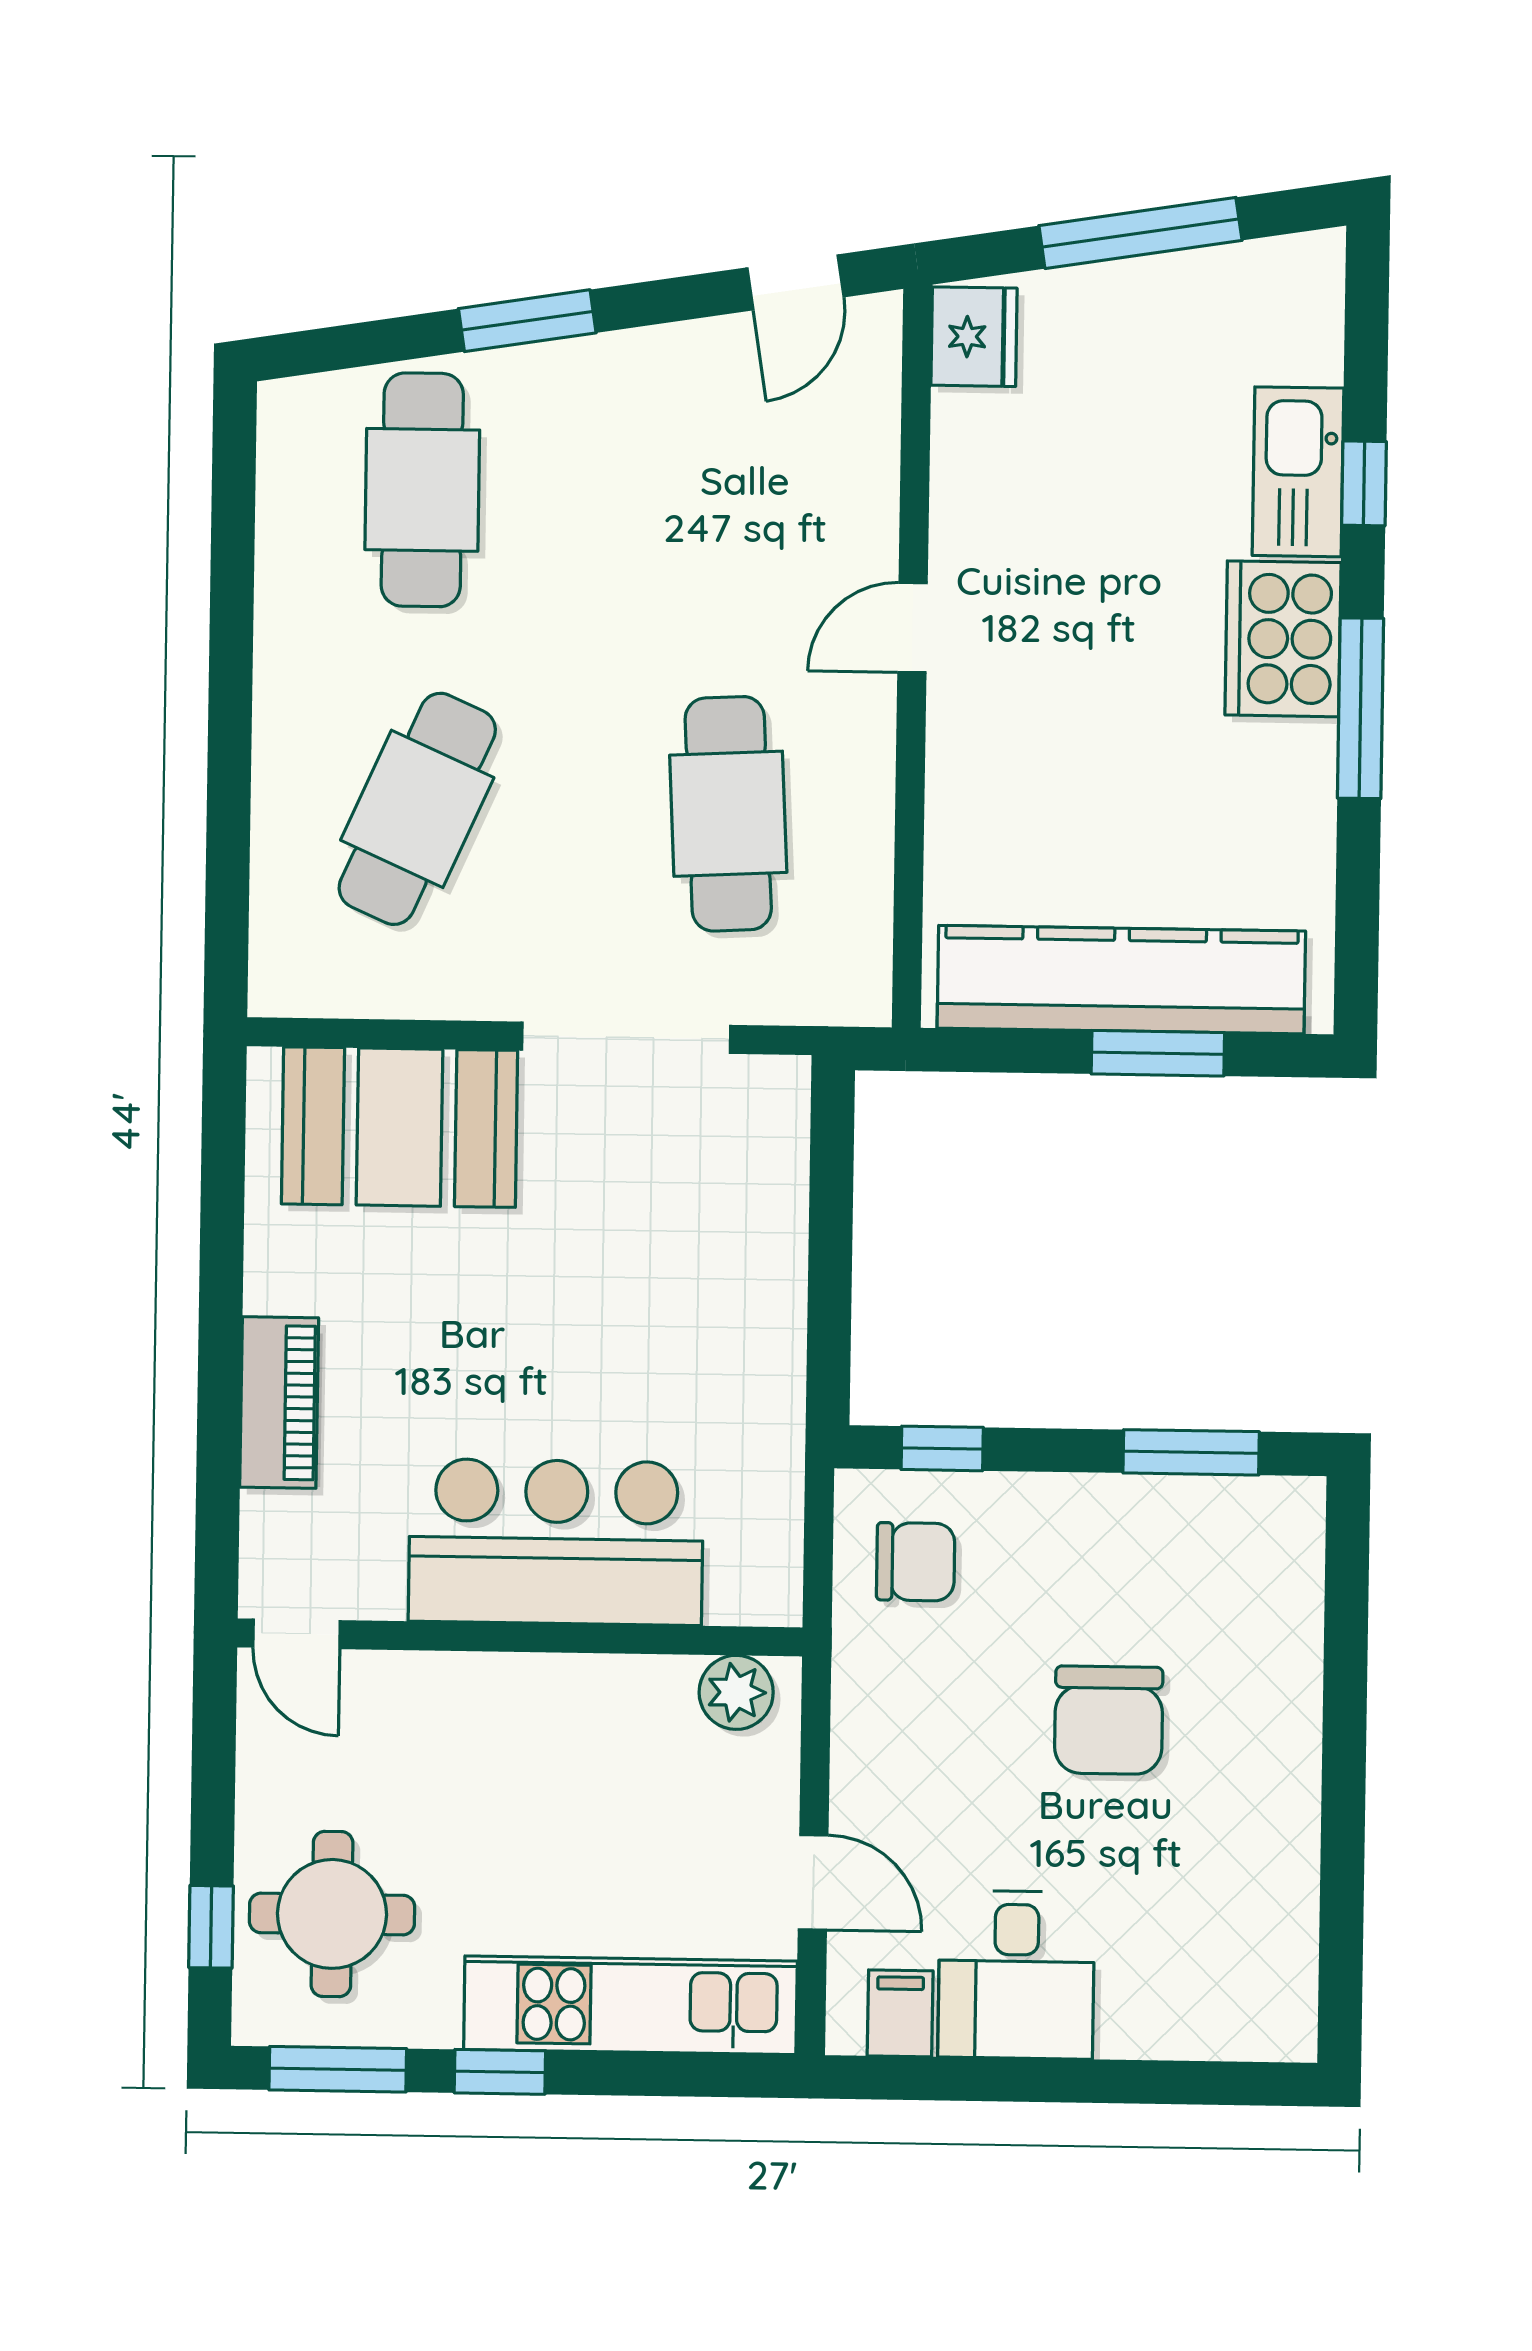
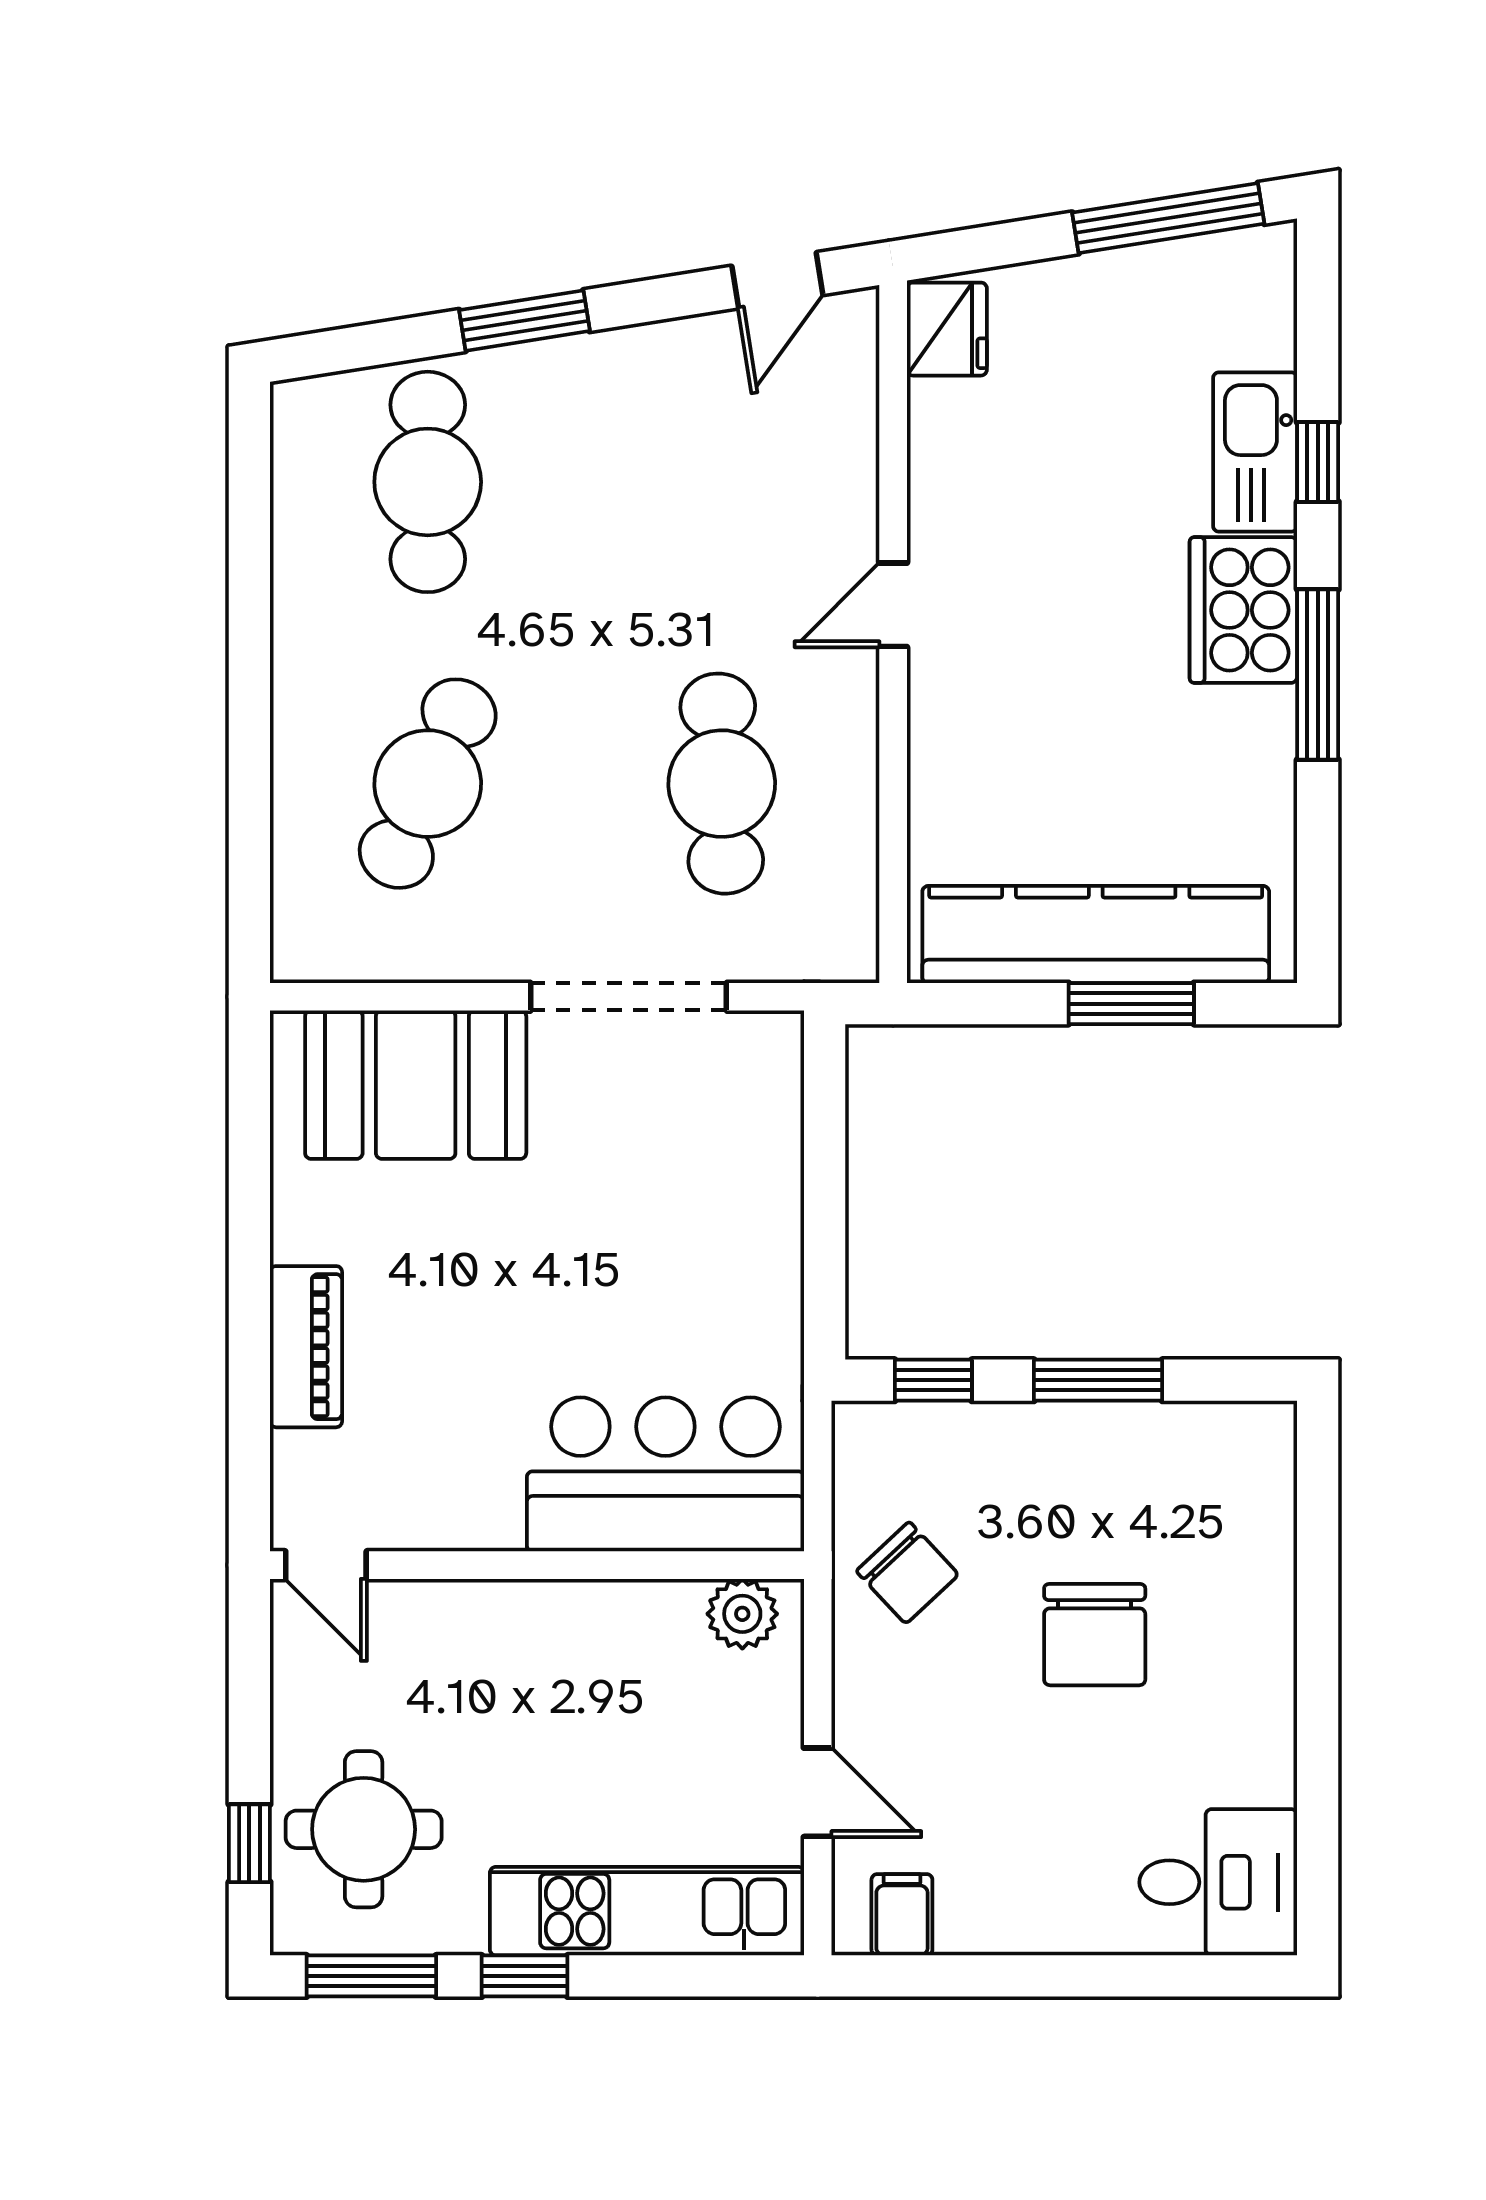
window: (1140, 233) -> (1168, 218), moved
window: (1191, 1452) -> (1098, 1380), moved
bar counter: (556, 1542) -> (665, 1474), moved
chair: (916, 1562) -> (907, 1573), moved, turned 47
desk: (1016, 1975) -> (1218, 1882), moved, turned -90

